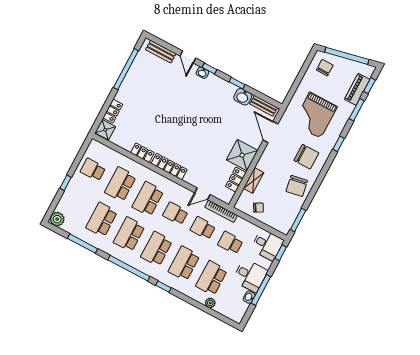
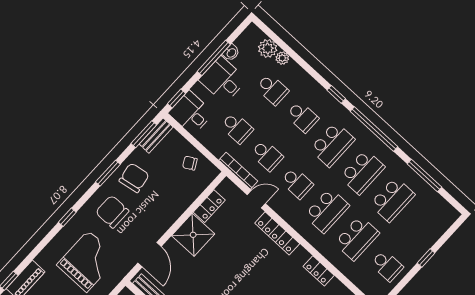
window: (357, 110) -> (108, 173), moved
locker: (169, 167) -> (277, 233), moved
shelving: (254, 180) -> (187, 199), removed
plant: (57, 219) -> (268, 48), moved
bench: (289, 221) -> (156, 136), added
school desk: (184, 263) -> (302, 117), width x0.54
school desk: (212, 278) -> (272, 89), width x0.54

